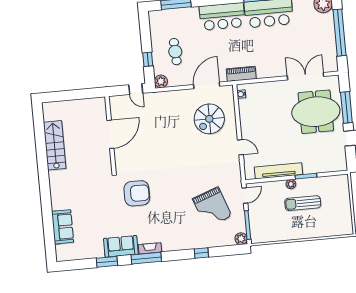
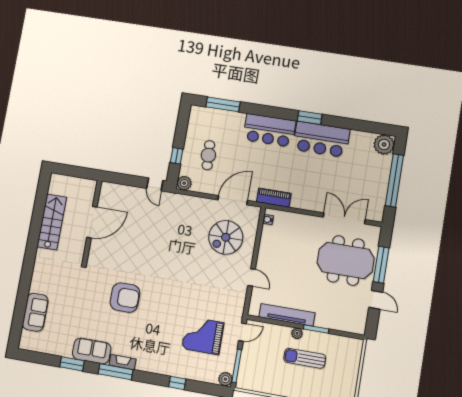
door: (110, 134) -> (92, 222), moved
wall: (110, 134) -> (92, 222), moved
grand piano: (212, 207) -> (203, 336), turned 110

